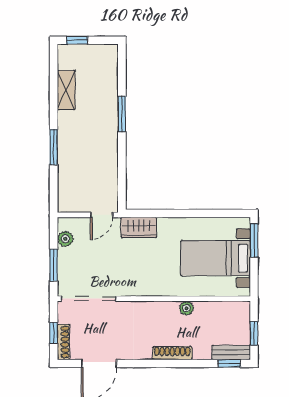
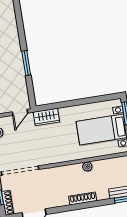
window: (122, 114) -> (26, 63), moved

